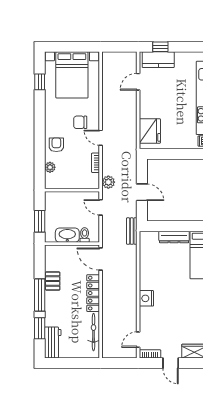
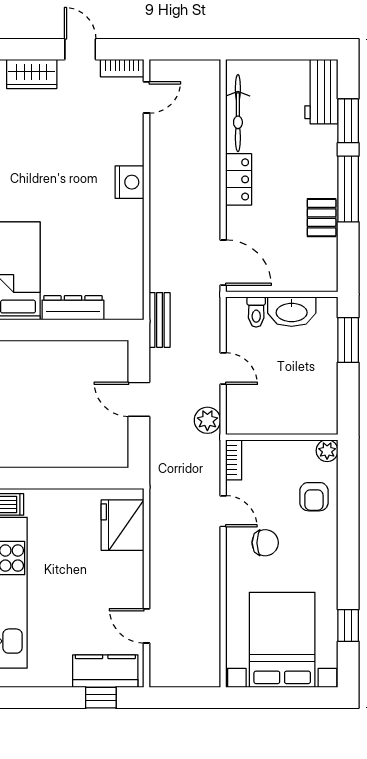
door: (138, 82) -> (147, 626), swing flipped
wall: (72, 190) -> (282, 437), moved
locker: (93, 293) -> (239, 179), width x0.66

